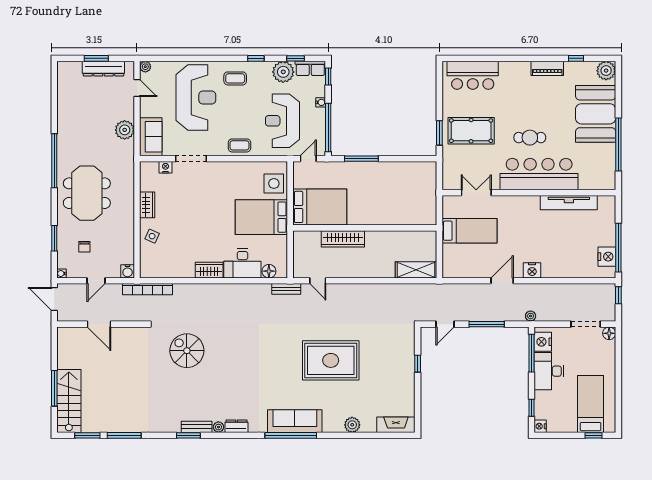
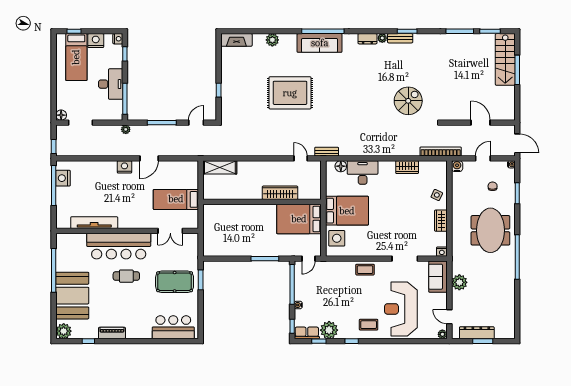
reception desk: (283, 121) -> (330, 290), removed
nightstand: (165, 167) -> (442, 252), moved
wardrobe: (209, 270) -> (407, 167), moved
nightstand: (543, 342) -> (96, 41), moved, turned -90
spiral stairs: (187, 351) -> (408, 101), turned -90

